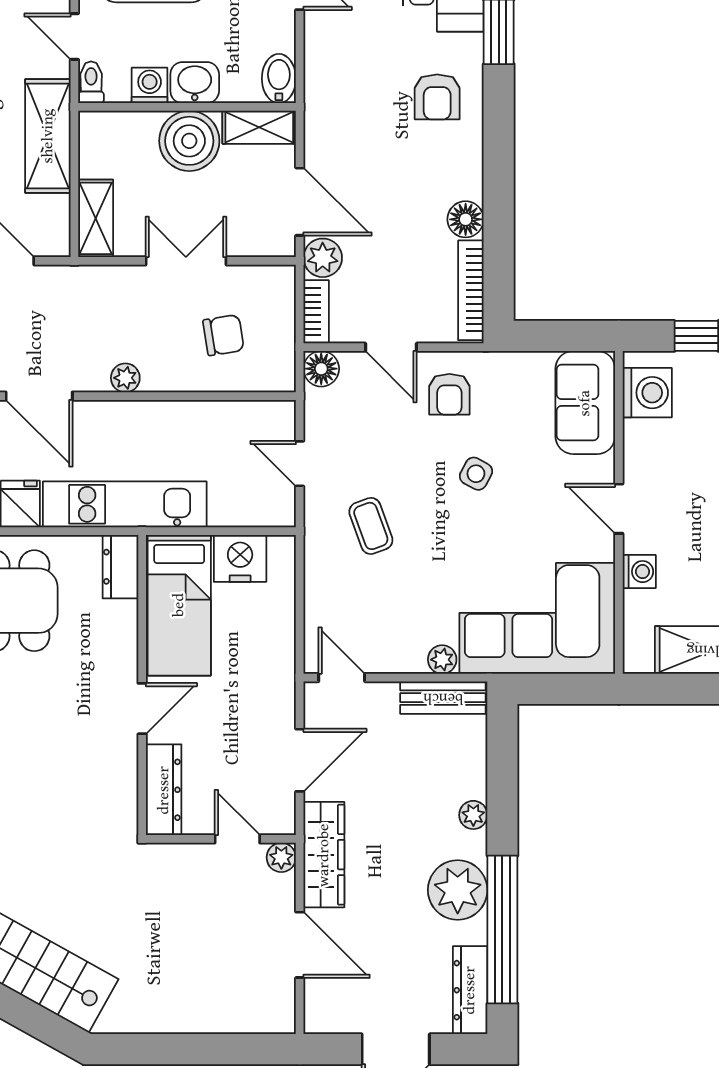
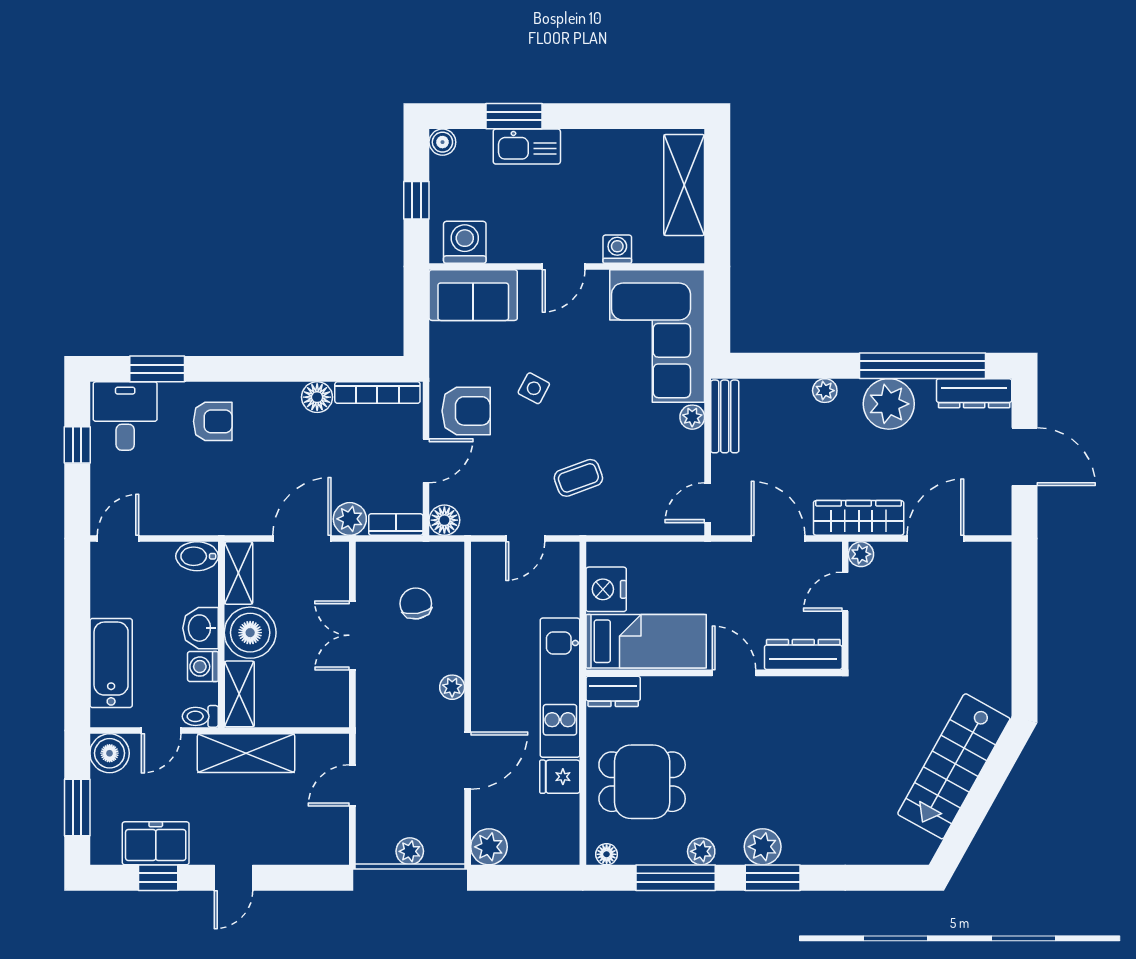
shelving: (96, 218) -> (239, 694), moved, turned 90
armchair: (449, 394) -> (466, 411), width x1.38, depth x1.38

